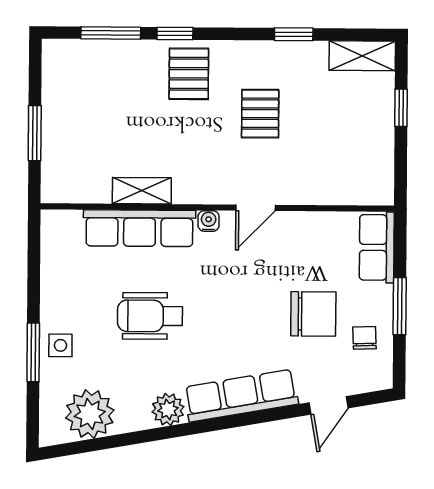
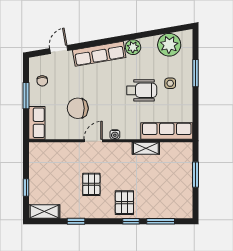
row of seats: (139, 228) -> (167, 131), moved
chair: (313, 314) -> (78, 108), moved
side table: (60, 345) -> (170, 83), moved

